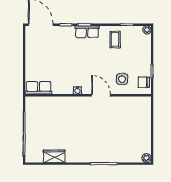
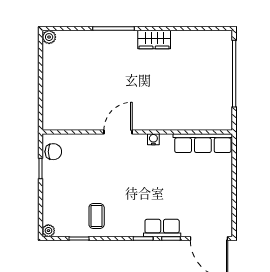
row of seats: (87, 32) -> (162, 228), moved
side table: (122, 79) -> (86, 156), removed
row of seats: (39, 88) -> (203, 143), width x1.48
door: (101, 95) -> (118, 132), swing flipped
wardrobe: (54, 156) -> (154, 40), moved

